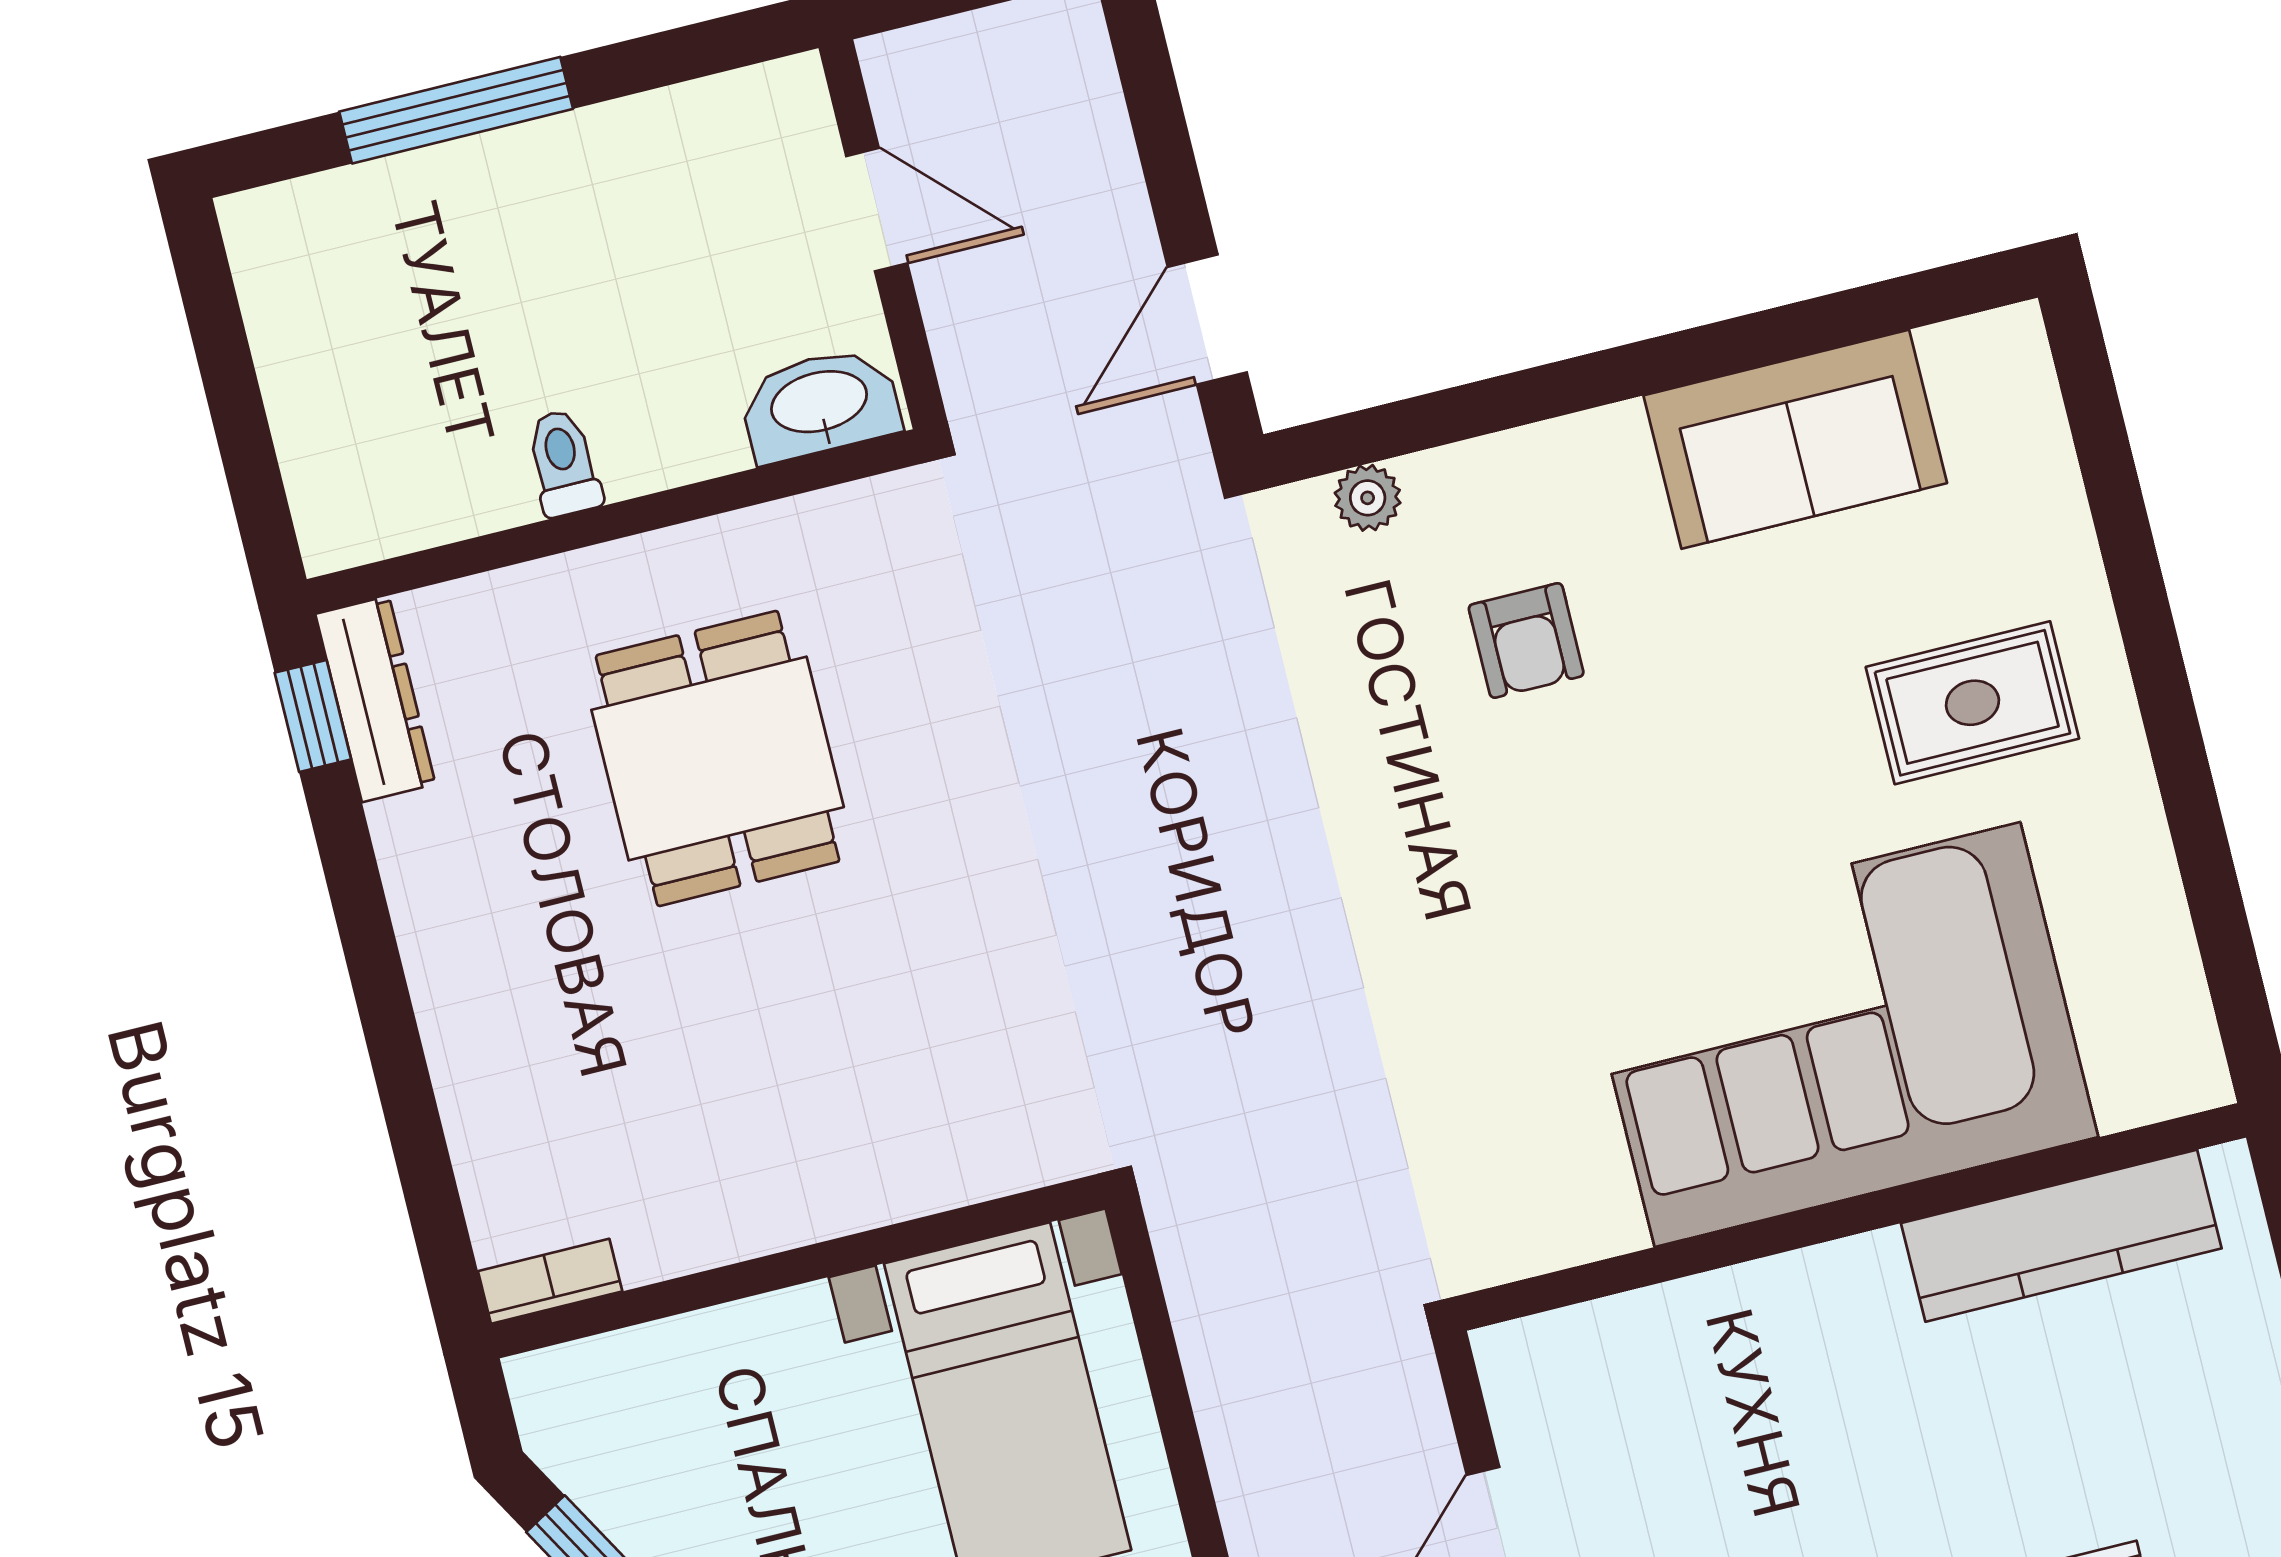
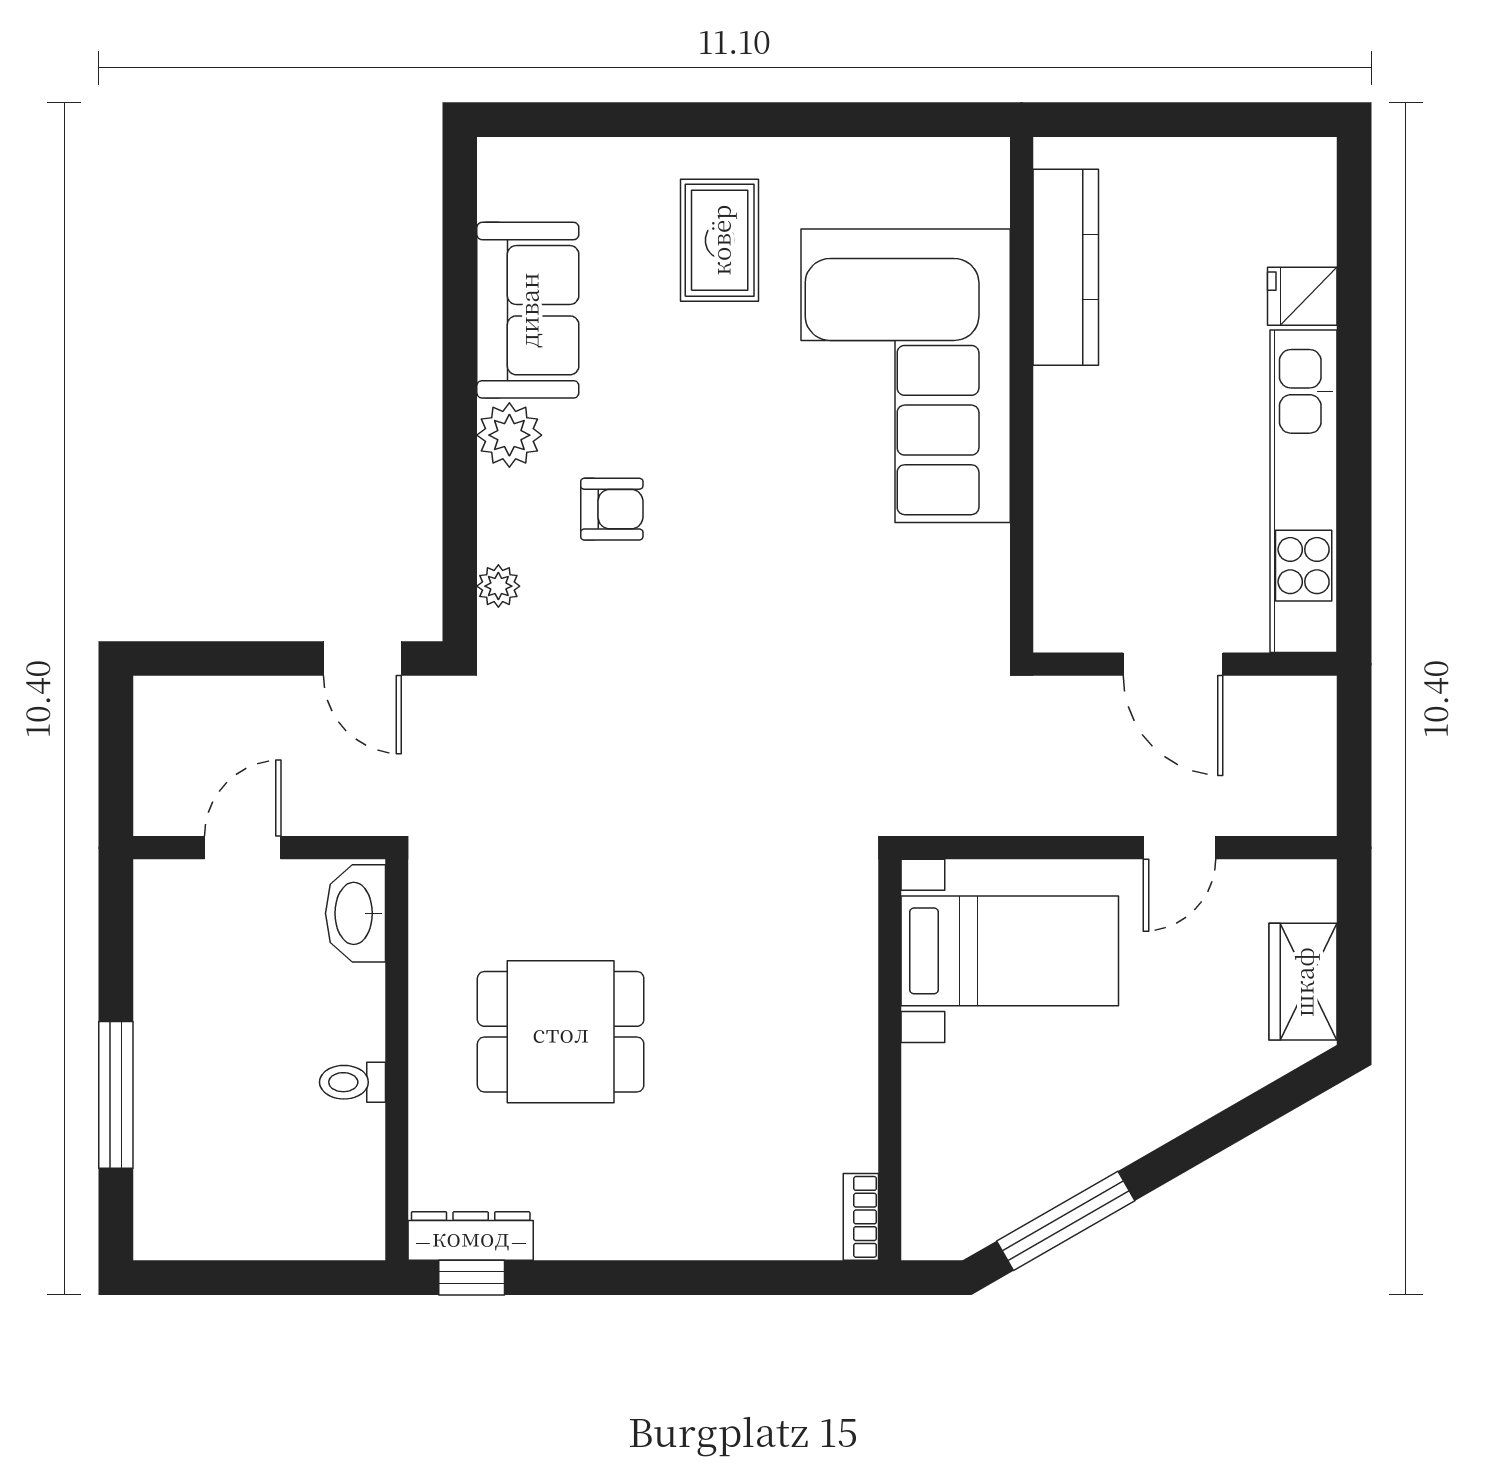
plant: (1600, 458) -> (509, 435), added

